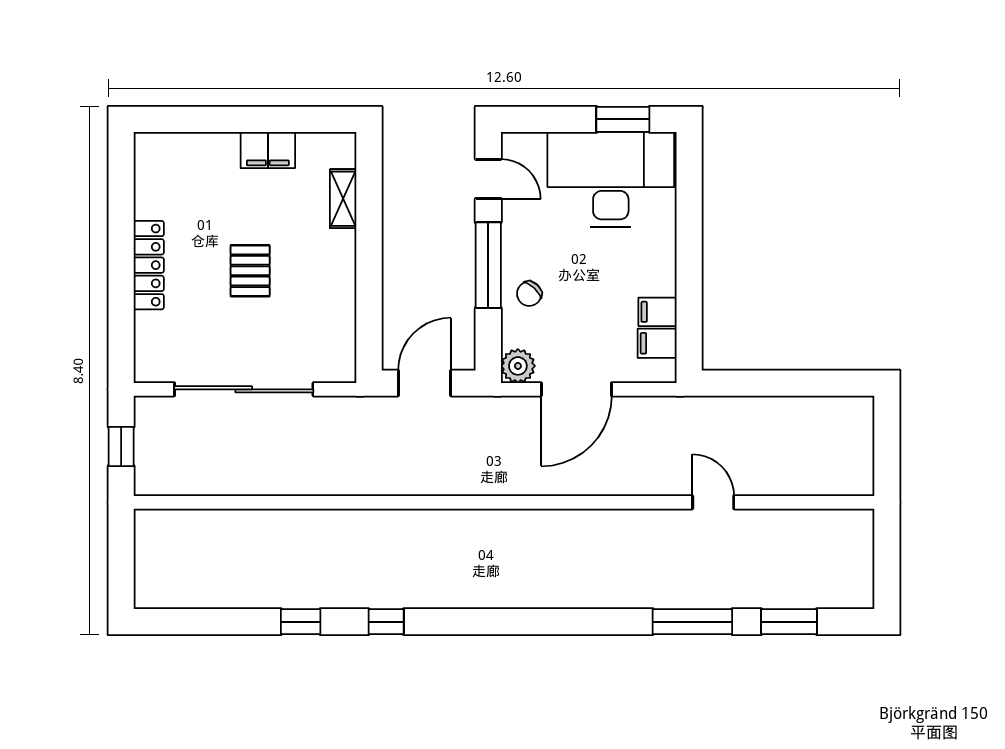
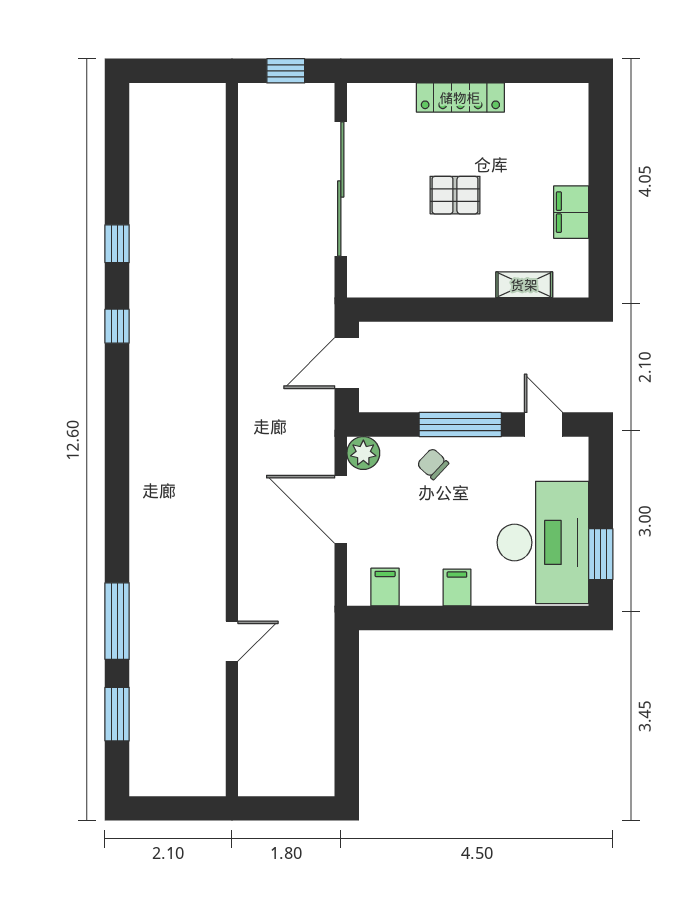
door: (488, 179) -> (543, 424), swing flipped
filing cabinet: (658, 312) -> (457, 587), moved
door: (425, 383) -> (347, 363), swing flipped

